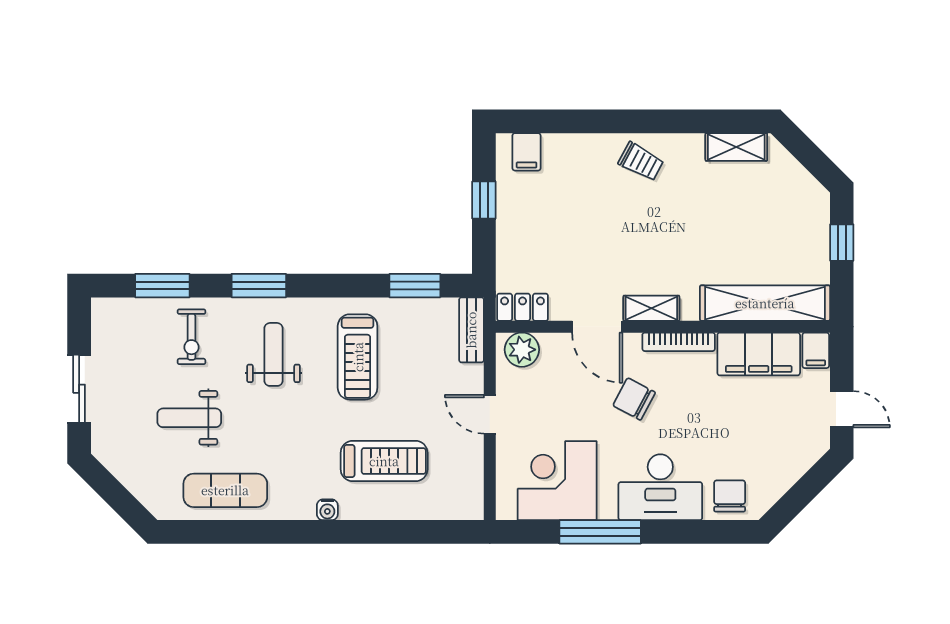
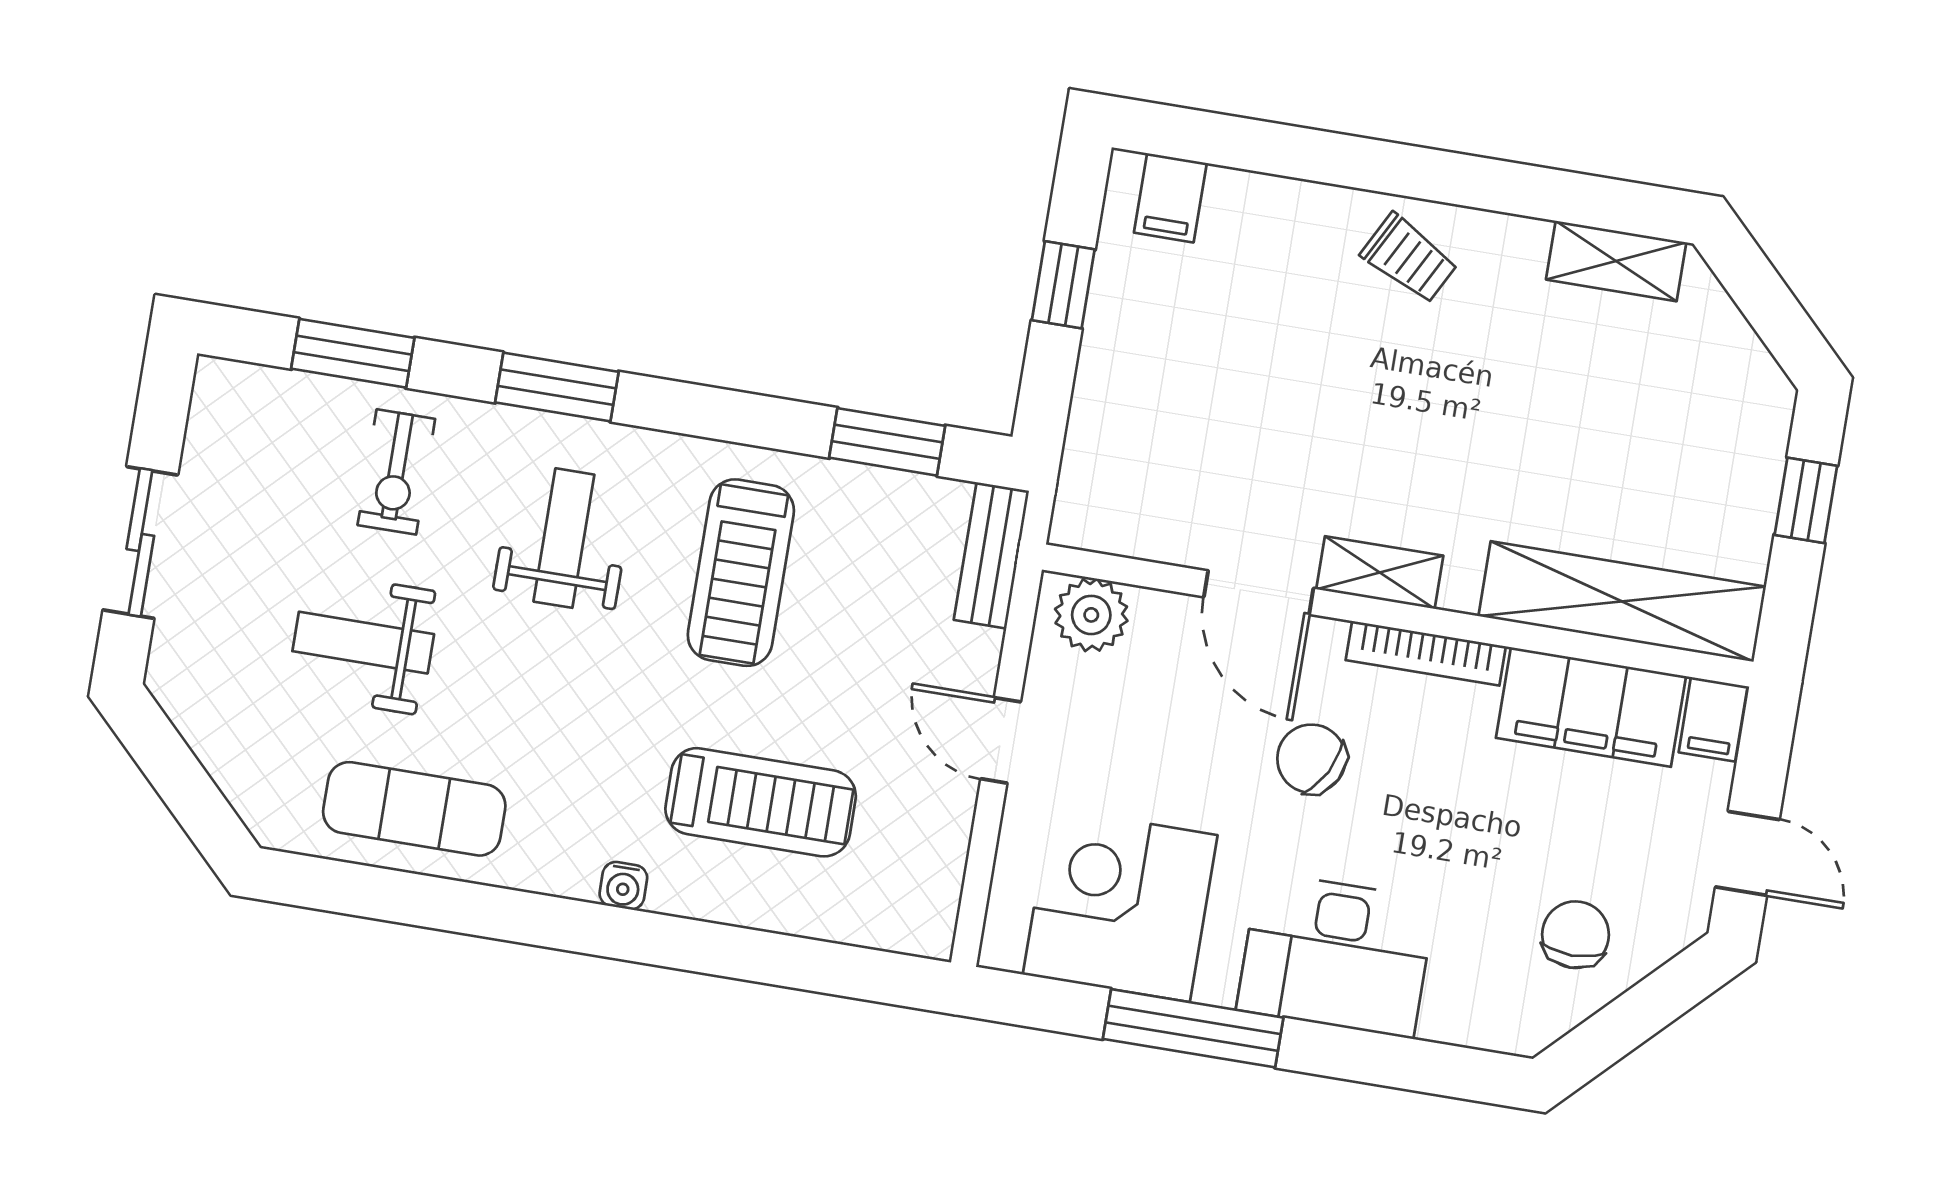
locker: (523, 307) -> (1107, 525), removed
chair: (730, 496) -> (1575, 935), moved

